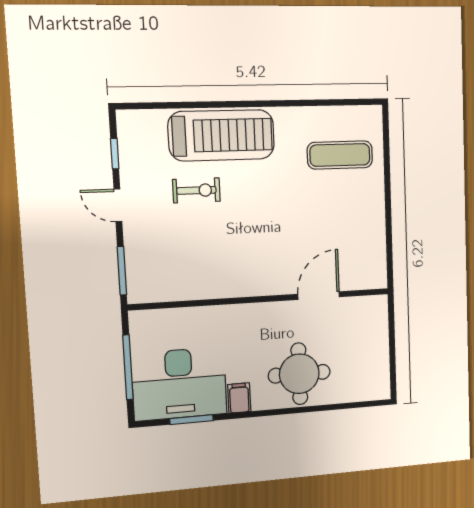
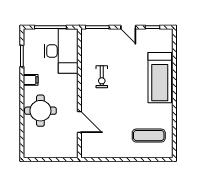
exercise mat: (340, 155) -> (149, 136), turned 90
exercise bike: (196, 190) -> (102, 77), moved
door: (118, 205) -> (128, 27), swing flipped
desk: (179, 384) -> (61, 51), moved, turned 180

